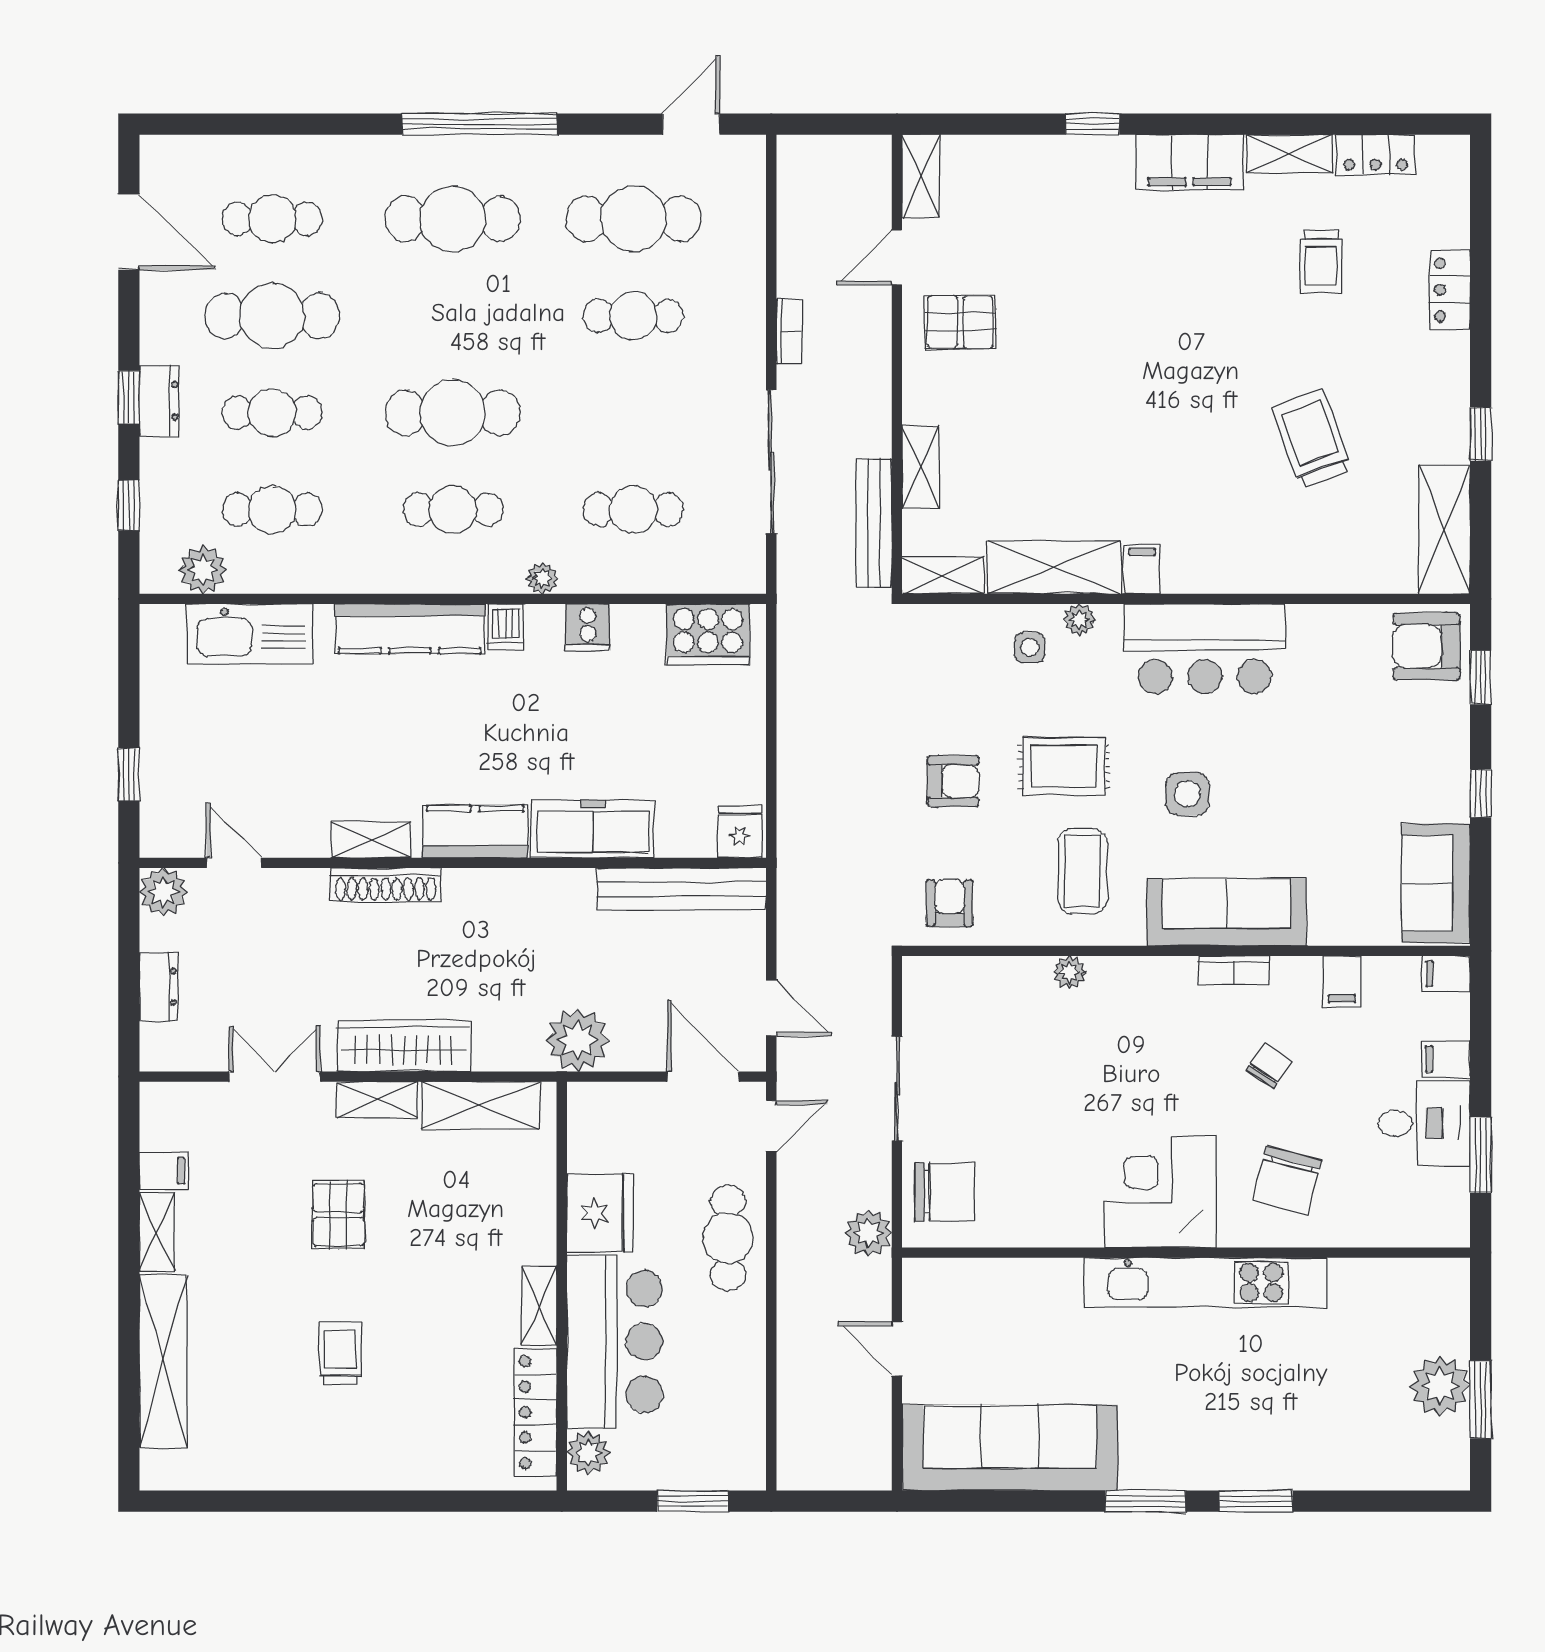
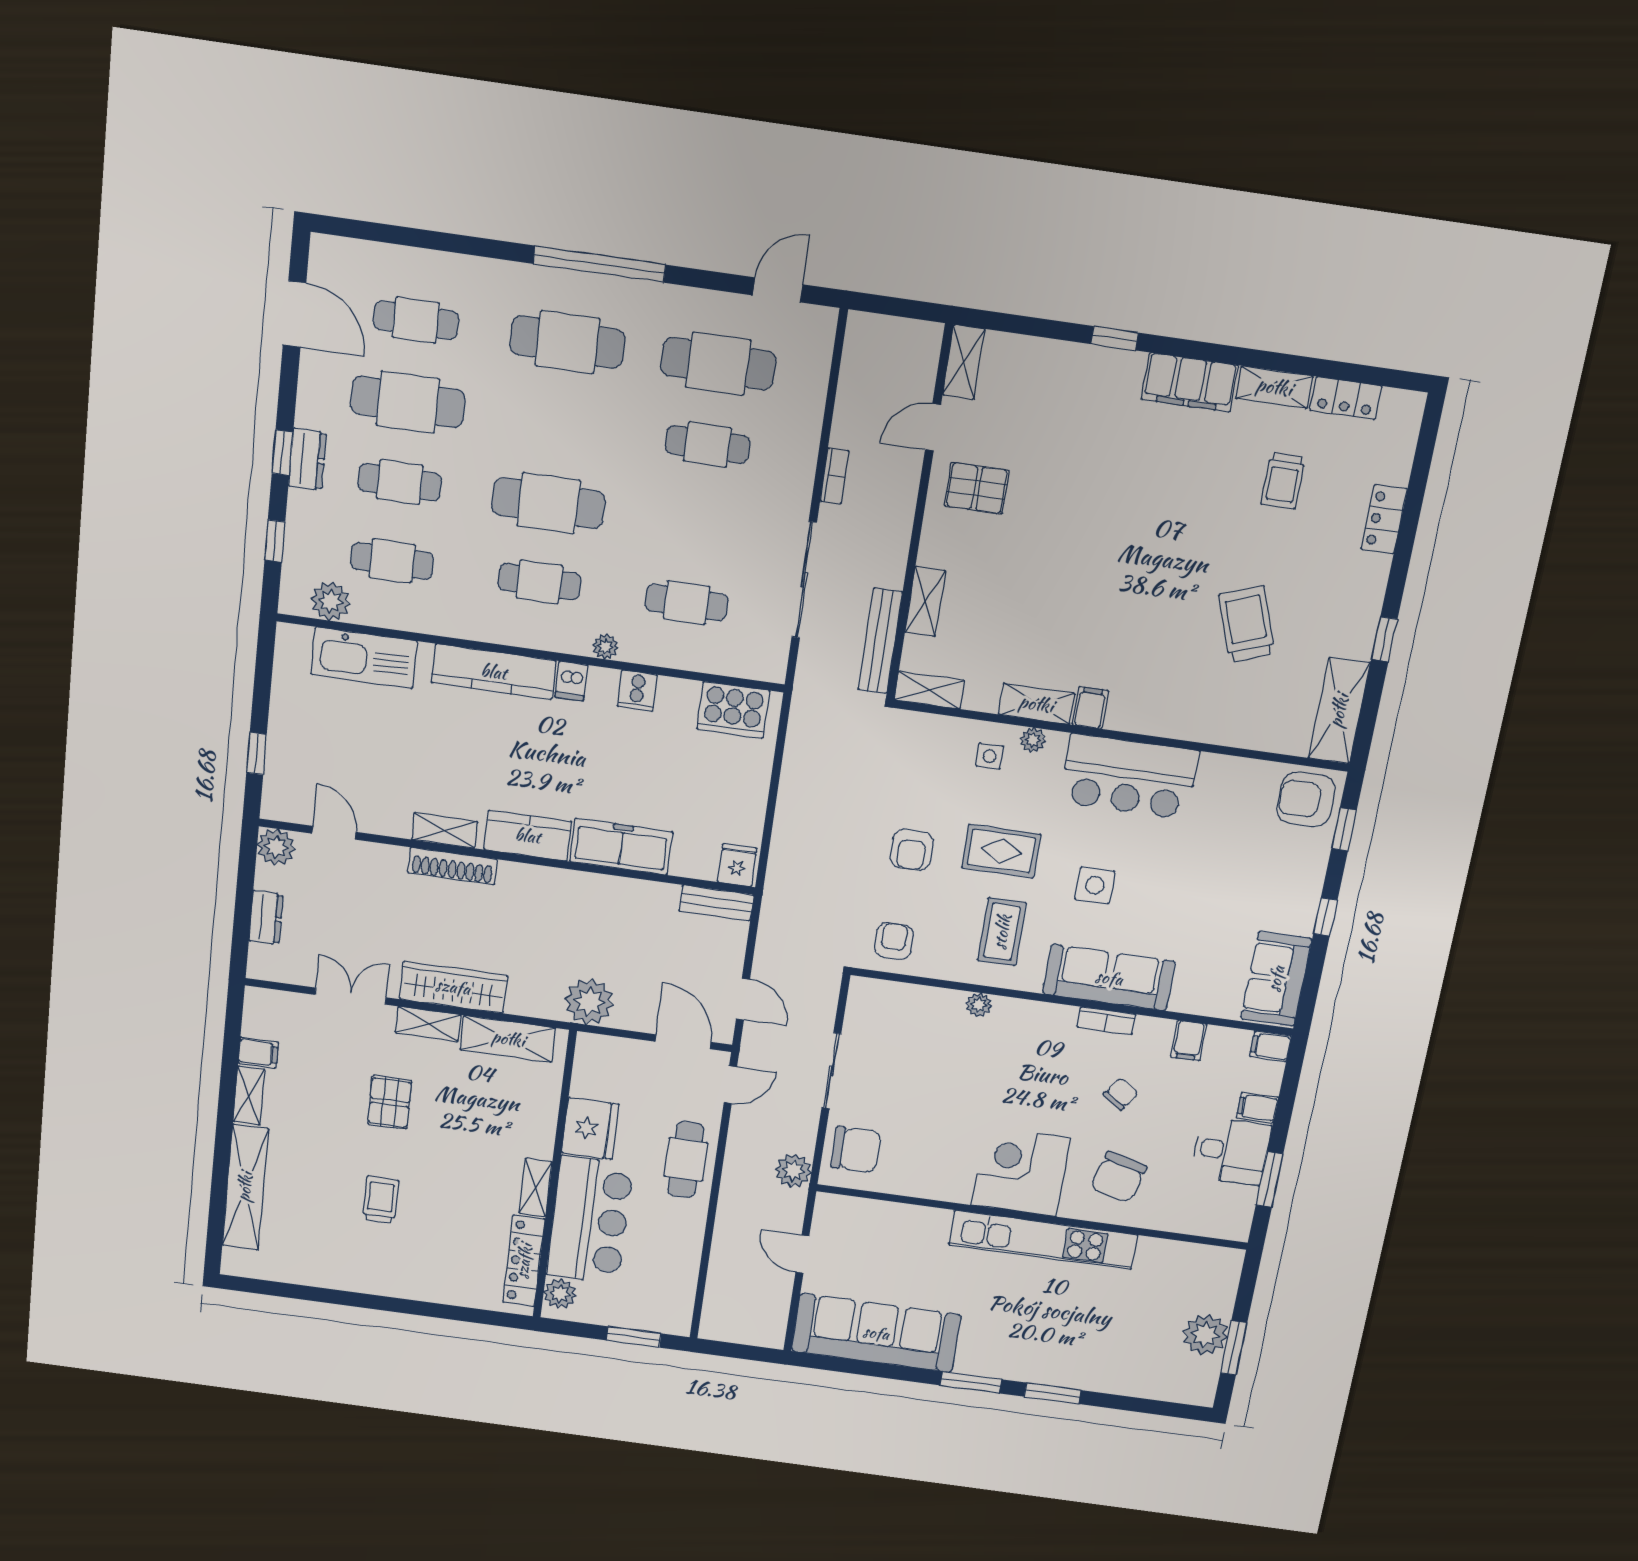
shelving: (1054, 567) -> (1036, 704), width x0.67, depth x0.75
armchair: (953, 781) -> (912, 850), turned 90
bench: (682, 889) -> (716, 903), width x0.54, depth x0.82

